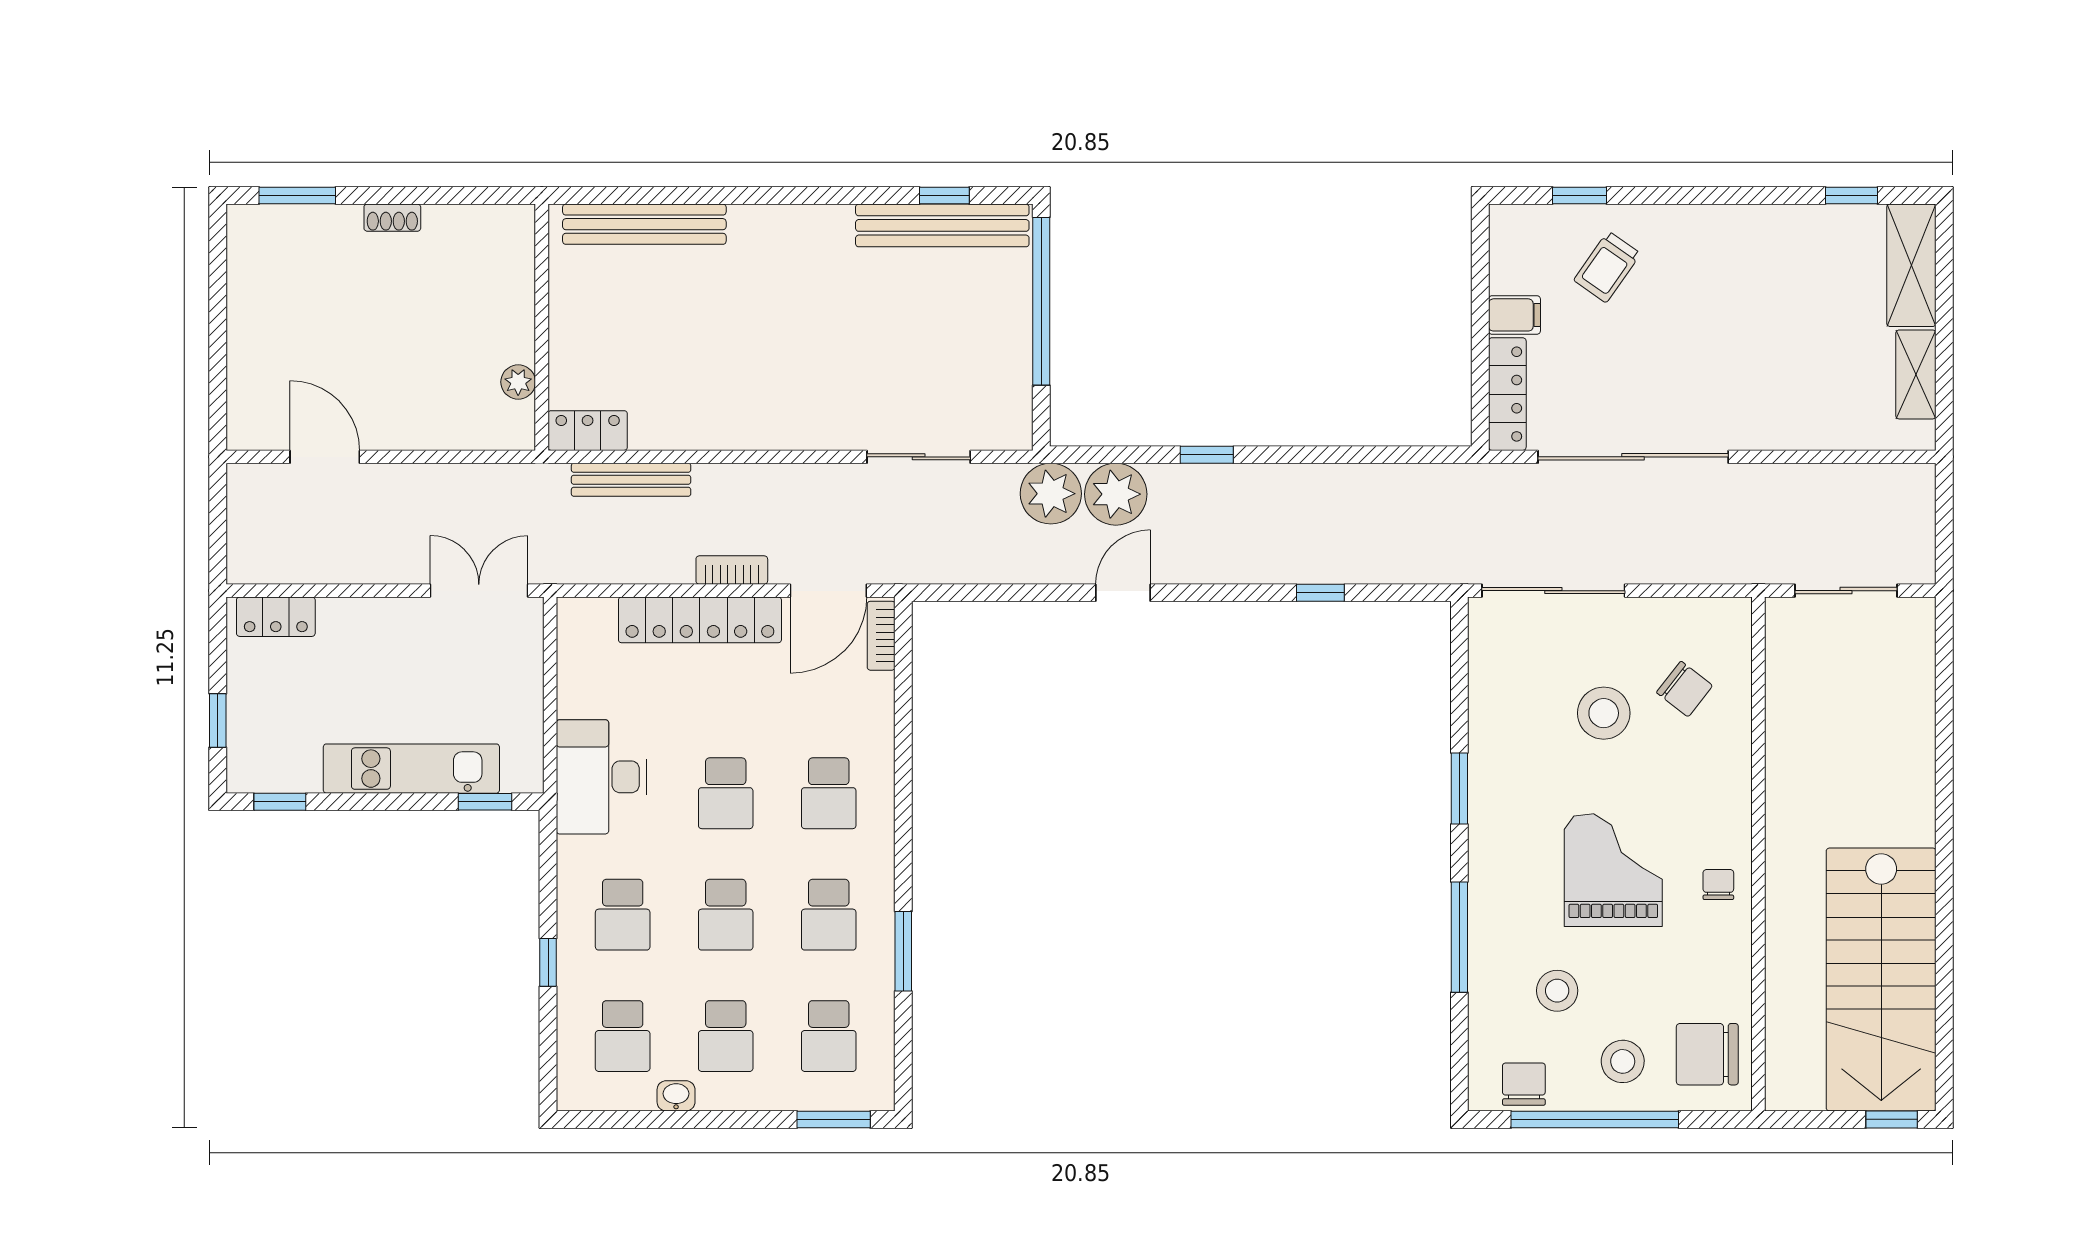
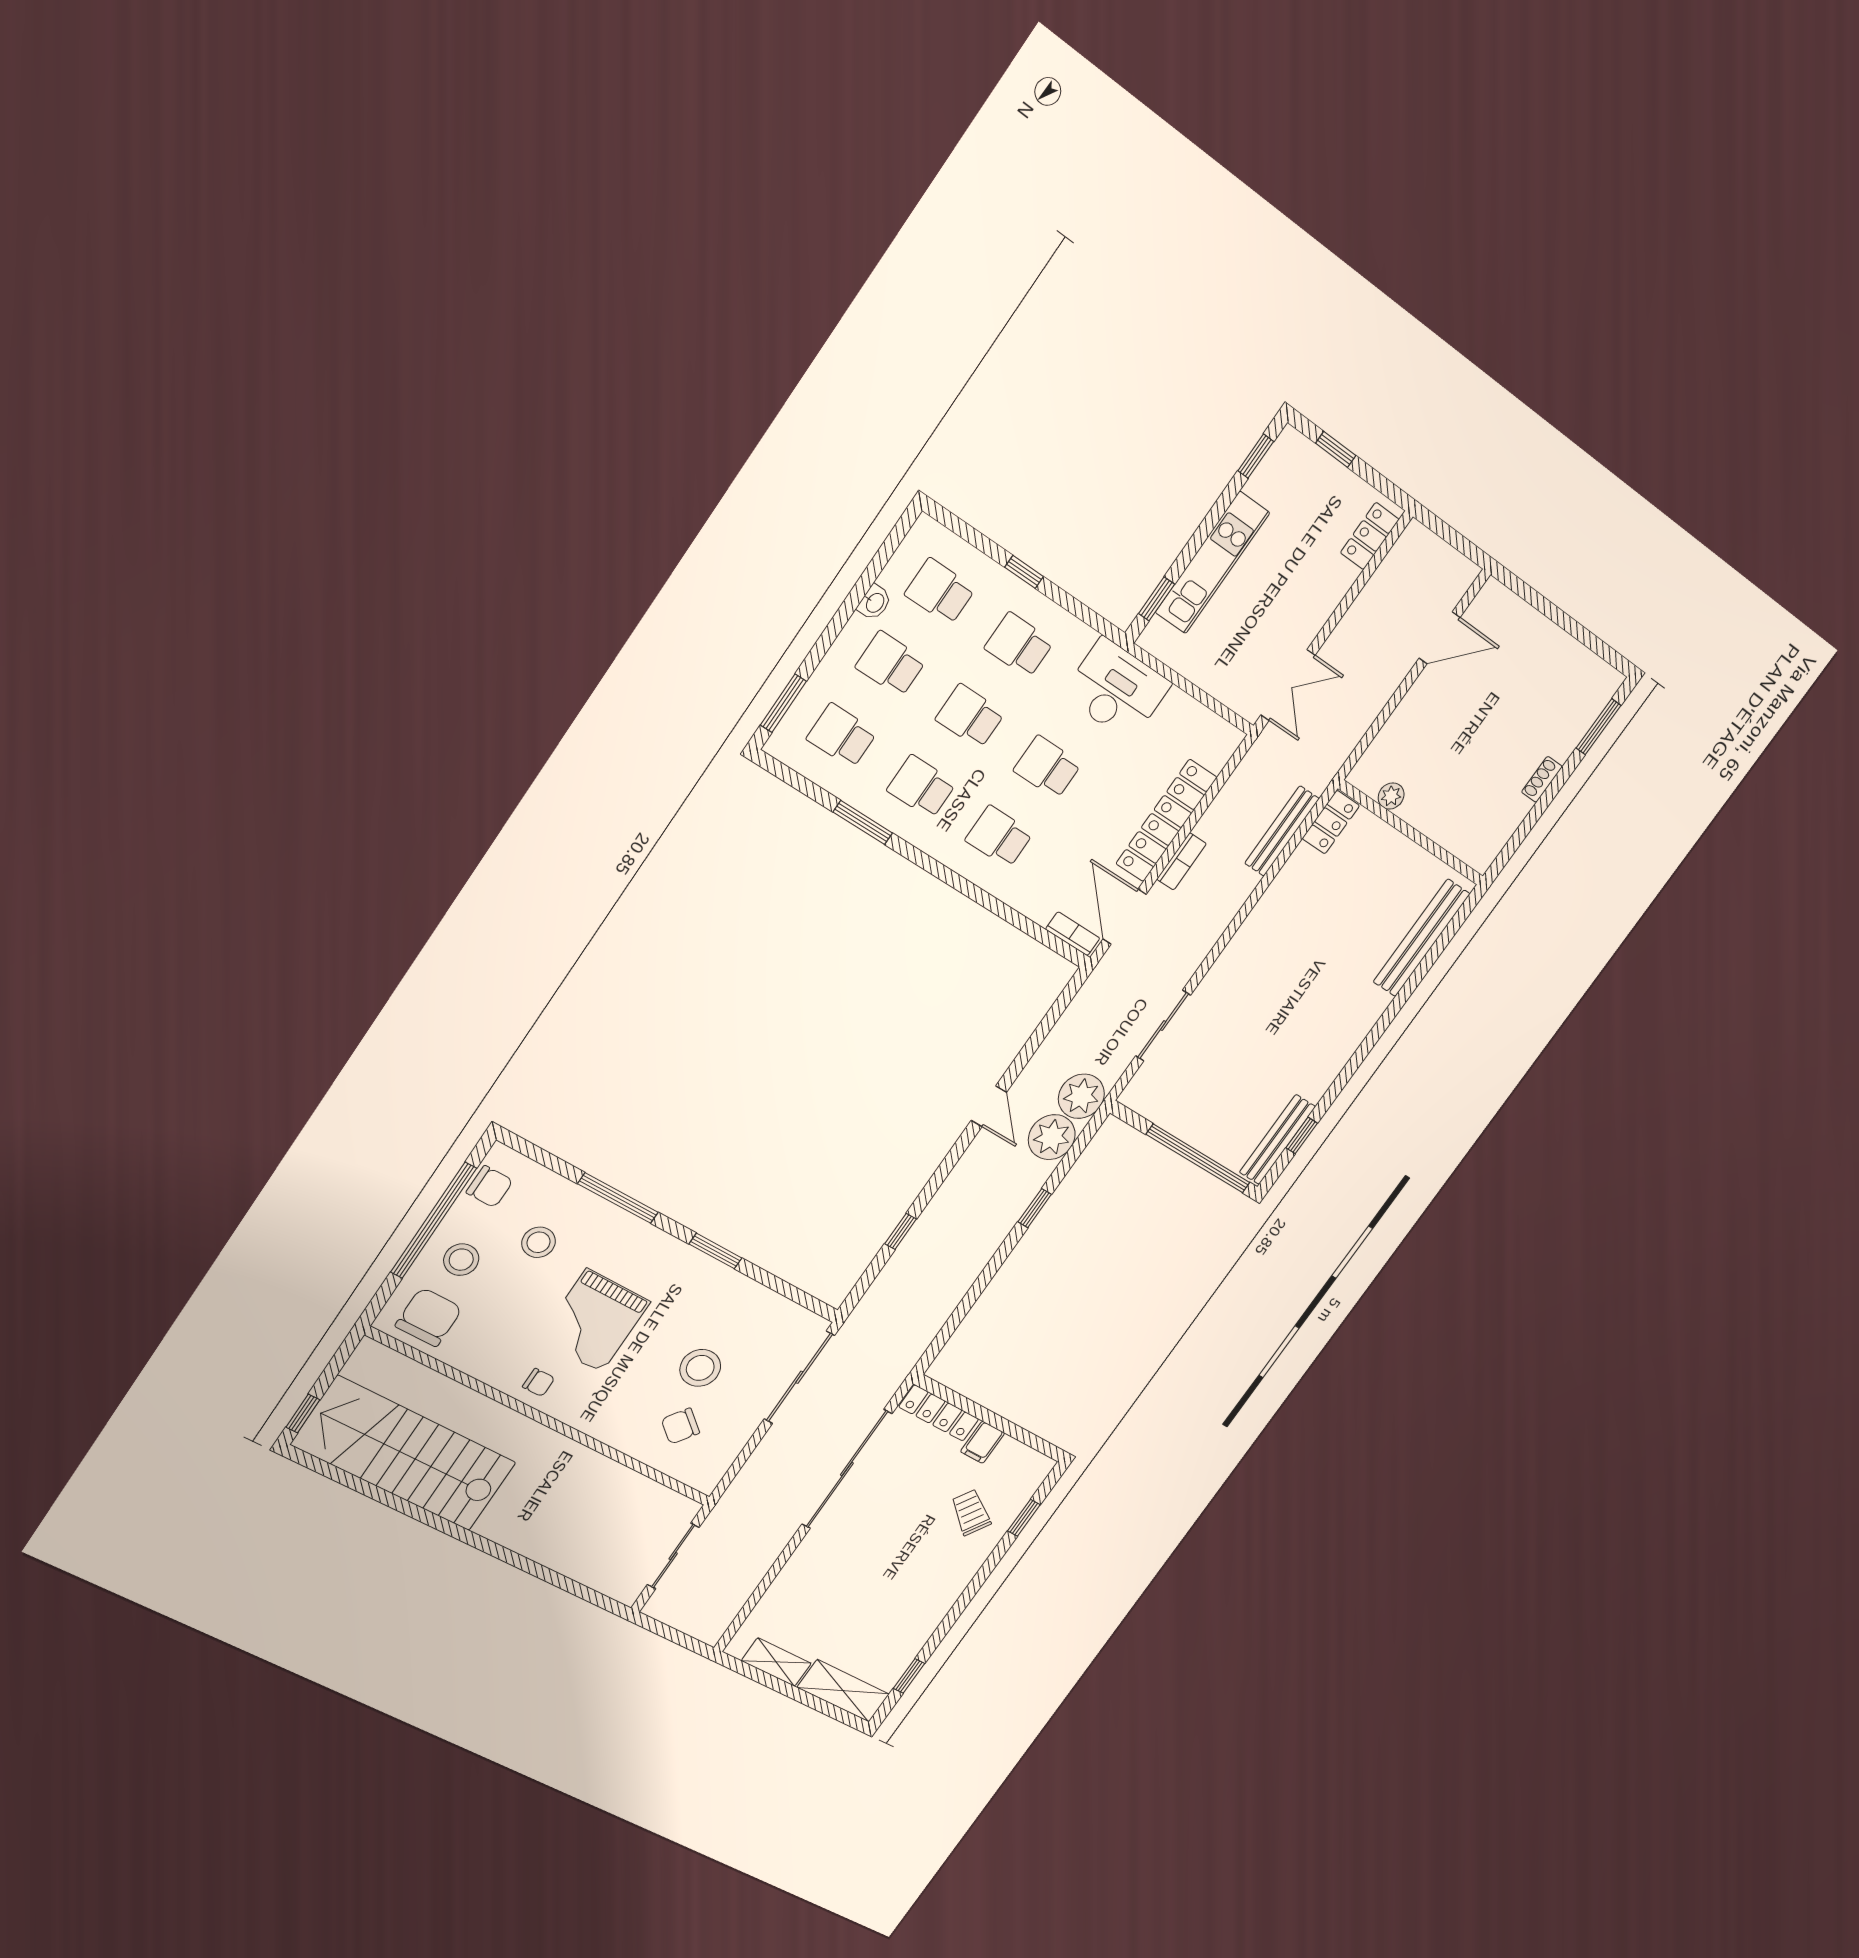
bench: (942, 225) -> (1277, 1139), width x0.73, depth x0.82
grand piano: (1613, 870) -> (594, 1321), turned 90

